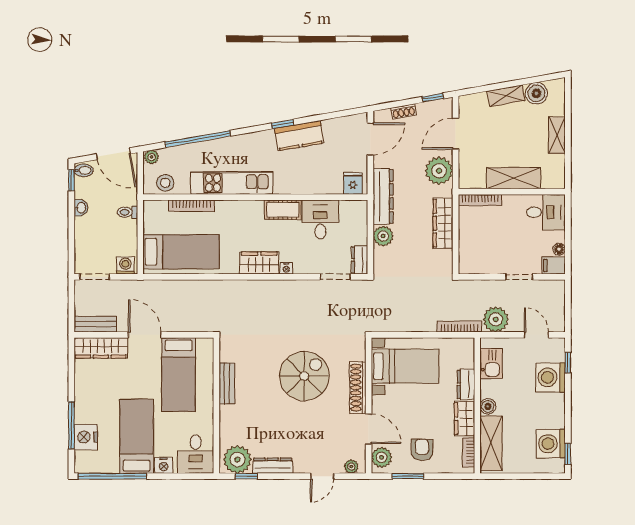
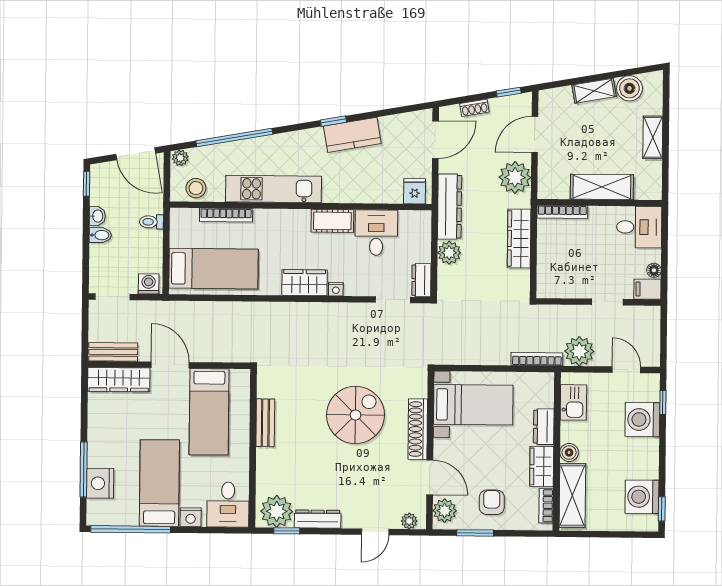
bidet: (84, 170) -> (100, 235), moved

